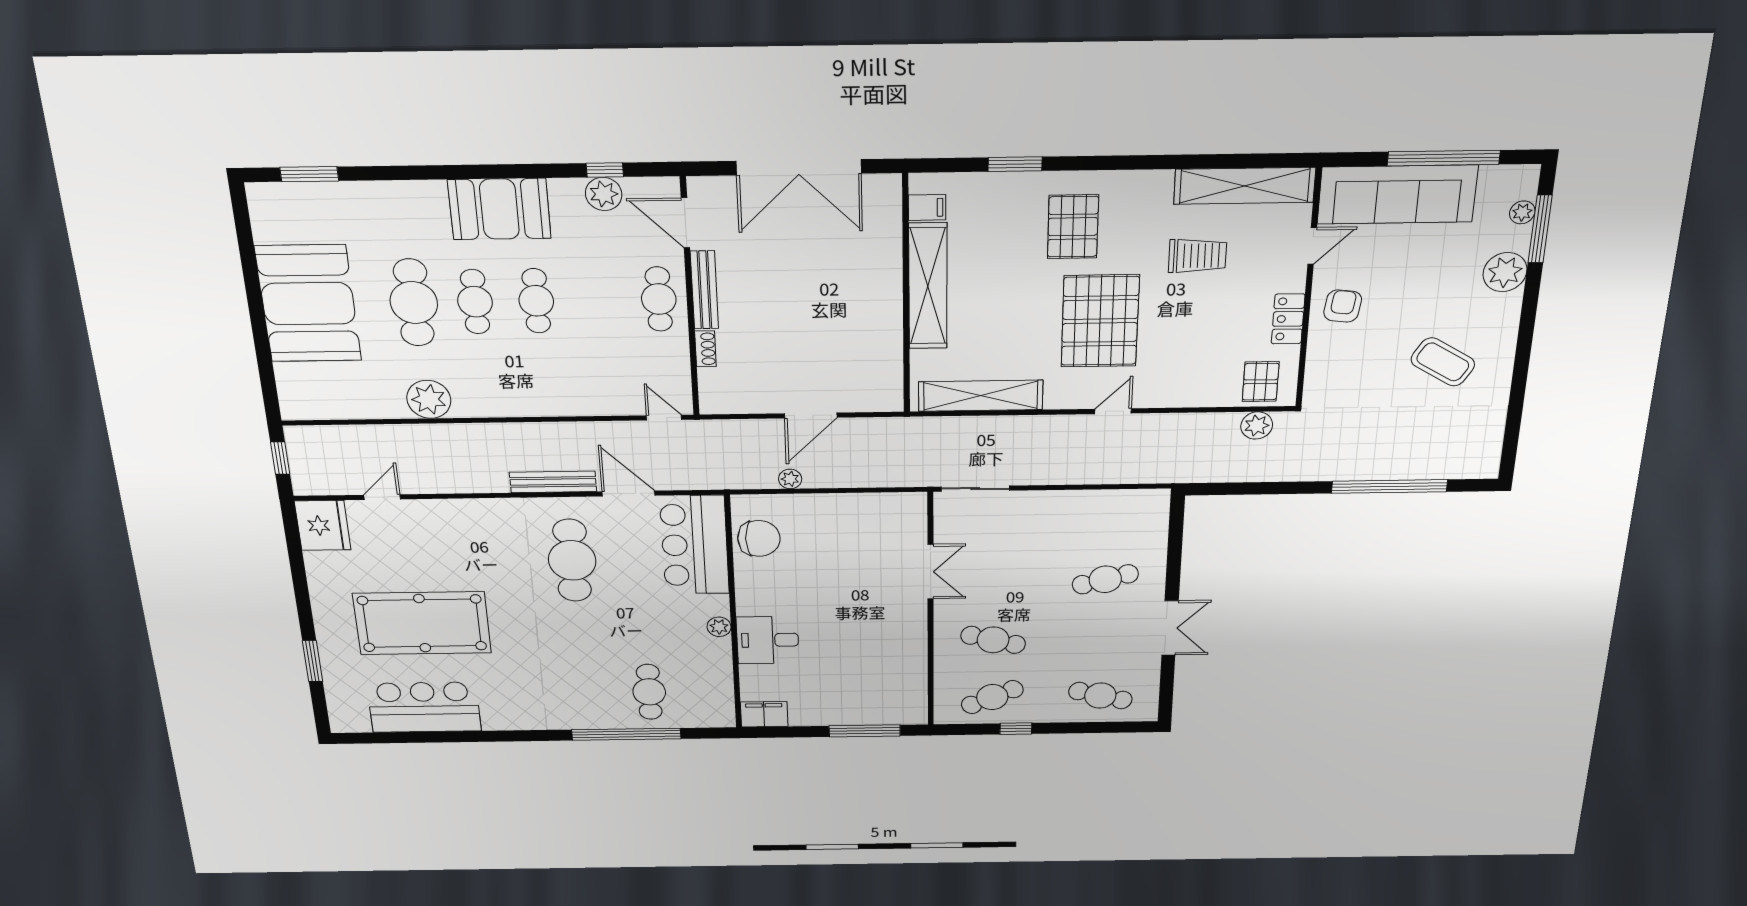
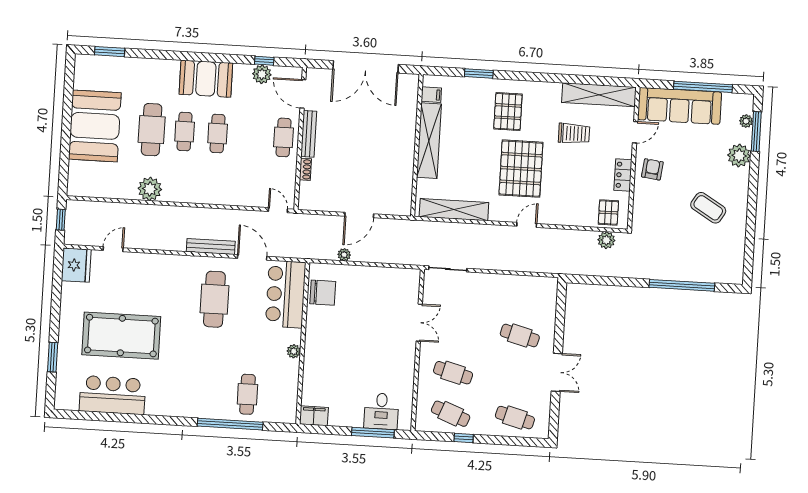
cafe table: (1105, 579) -> (520, 336), turned 30
desk: (768, 640) -> (381, 411), moved, turned -90
cafe table: (992, 697) -> (451, 414), turned 45

